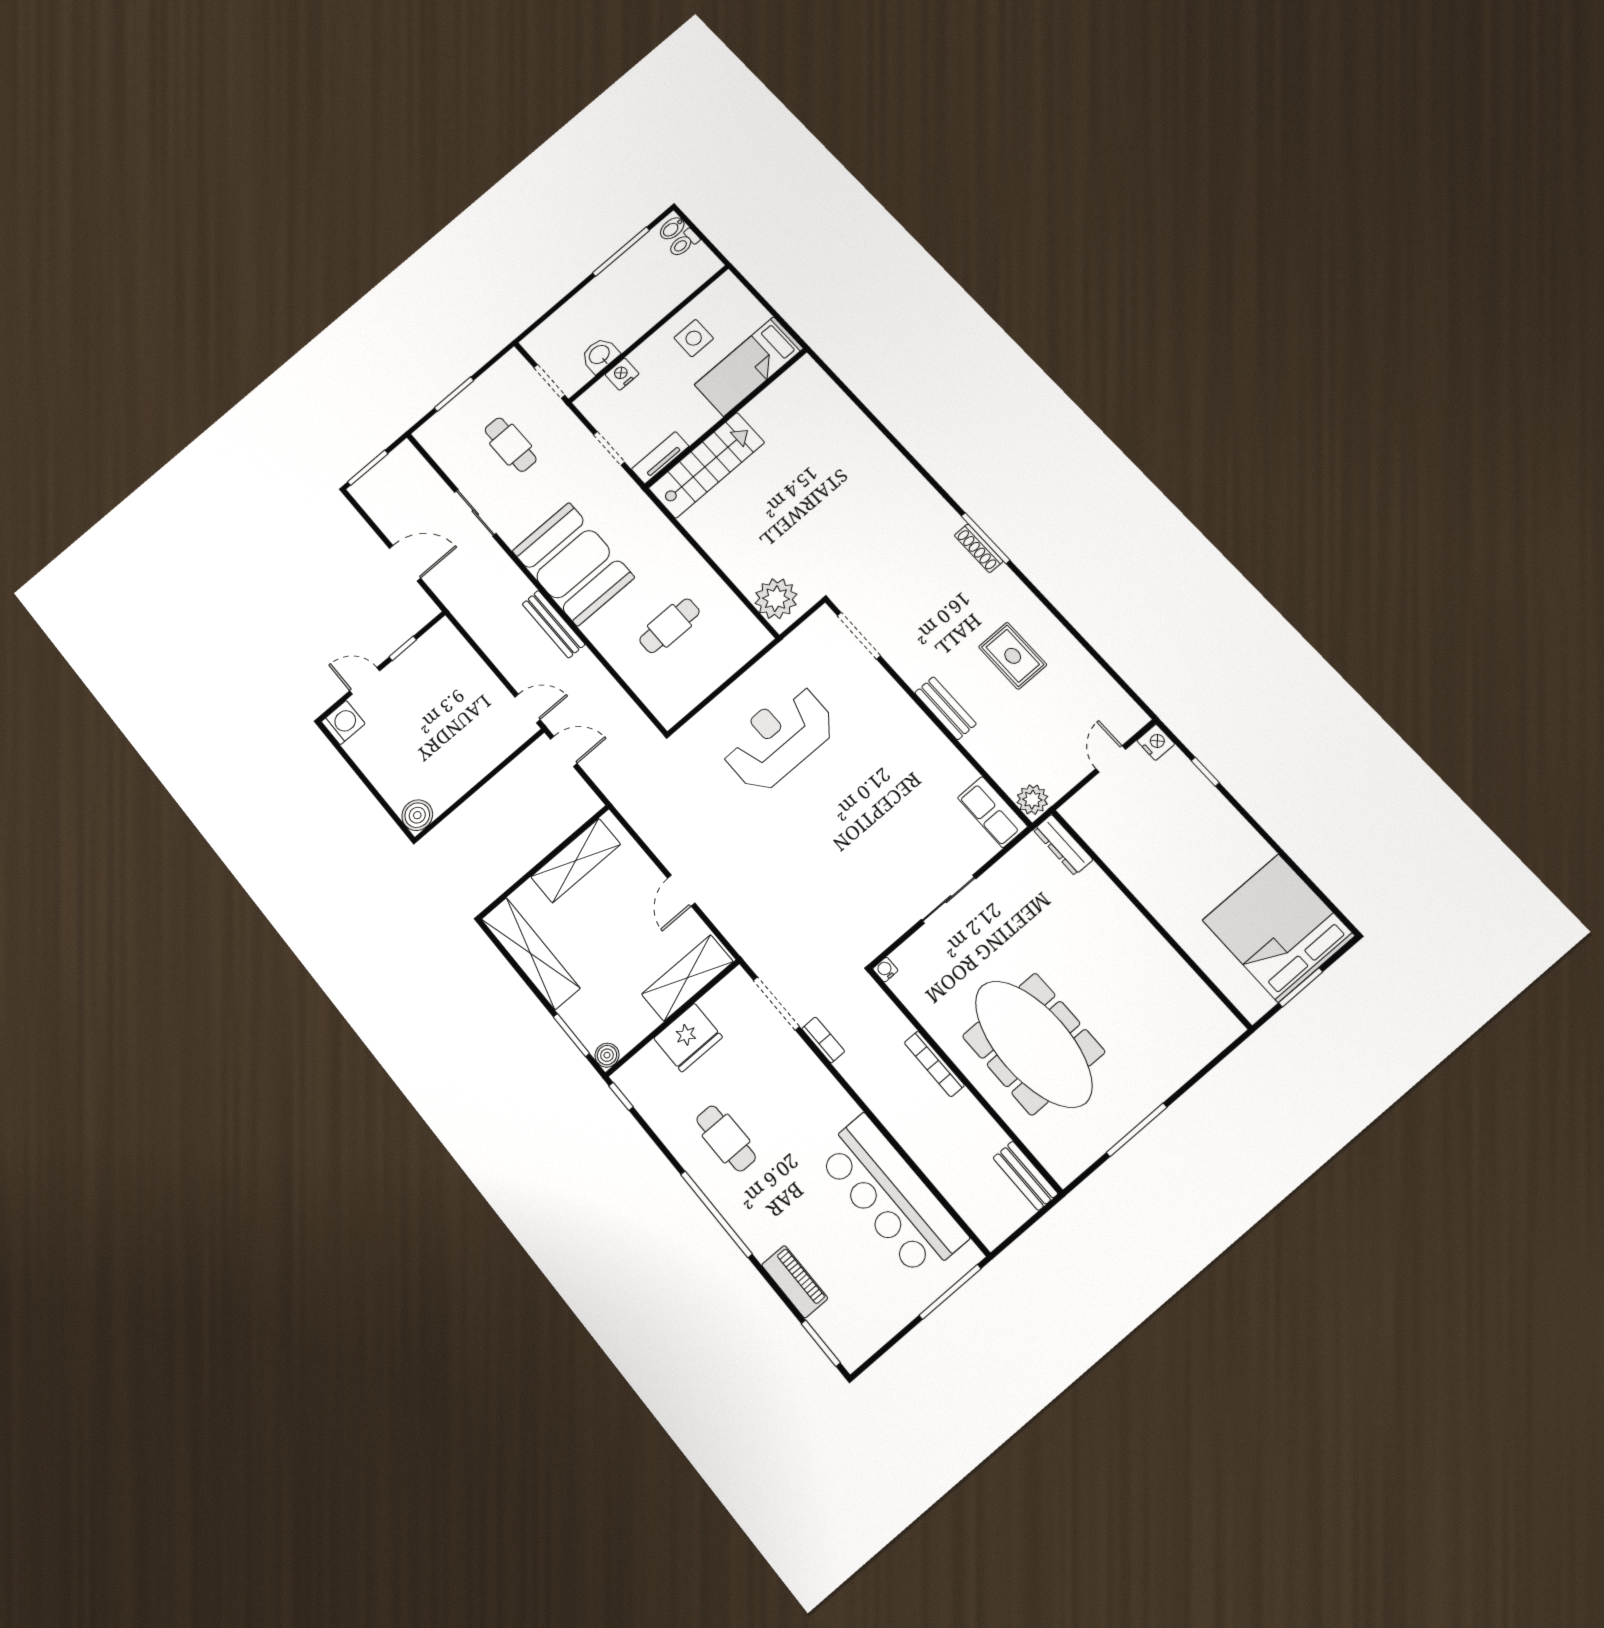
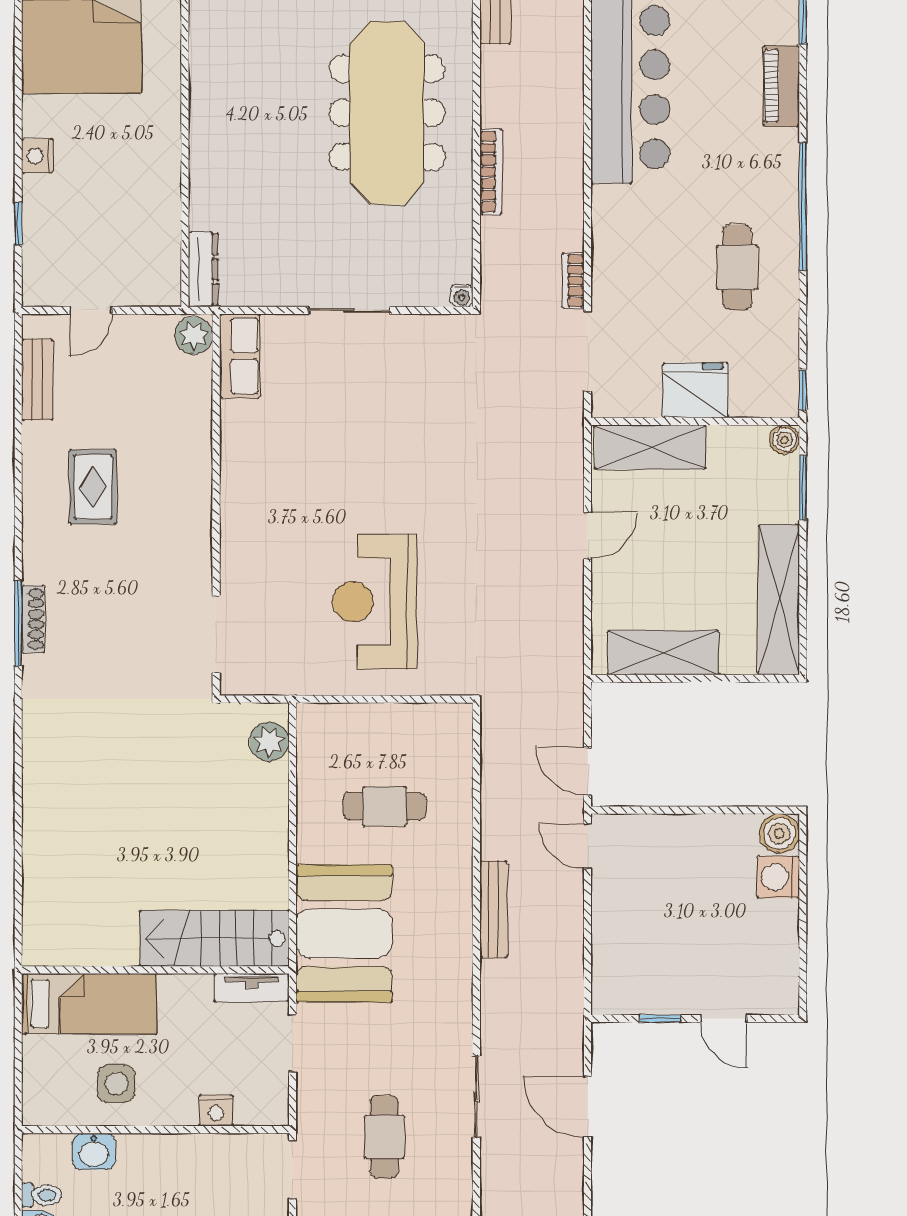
washbasin: (600, 355) -> (94, 1151), moved
booth: (573, 564) -> (344, 933), moved
plant: (776, 599) -> (269, 742), width x0.73, depth x0.73
bench: (945, 708) -> (37, 380), moved
washing machine: (343, 723) -> (778, 877), moved
reception desk: (778, 738) -> (375, 602), turned 90
nightstand: (1156, 742) -> (37, 156), moved

